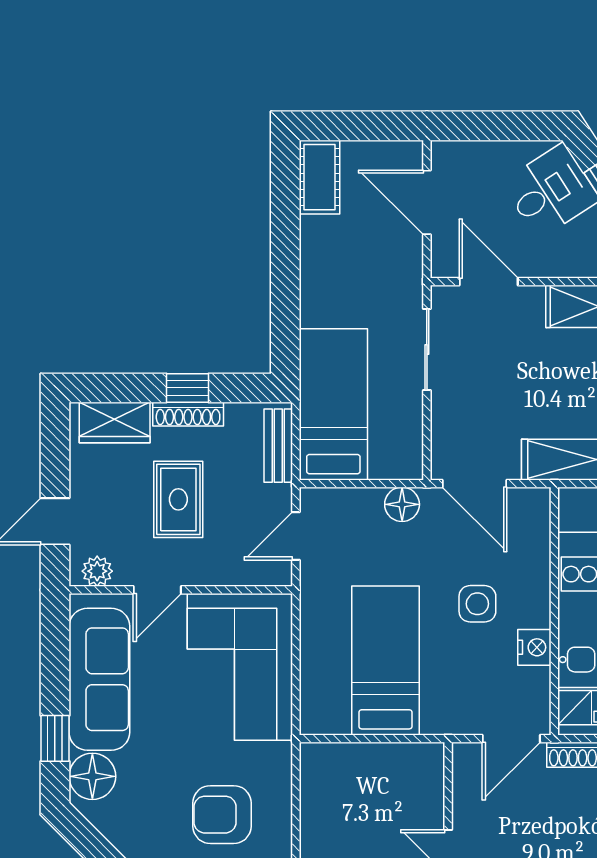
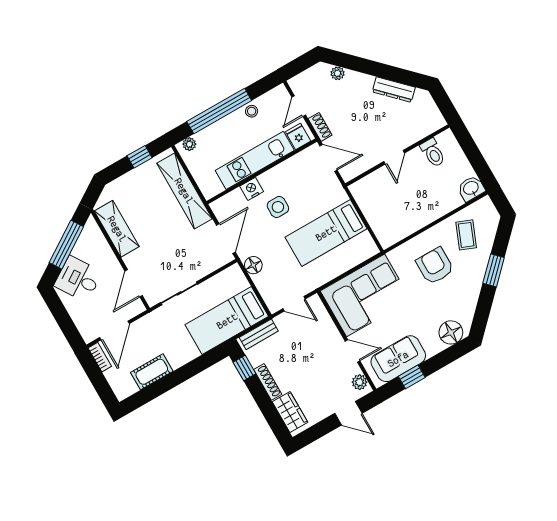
bookcase: (396, 151) -> (100, 357), added
cot: (320, 177) -> (152, 372), moved
window: (187, 388) -> (244, 368), moved
rug: (178, 499) -> (308, 365), removed
nightstand: (534, 647) -> (252, 189), moved
sofa: (99, 679) -> (398, 359), width x0.73
window: (55, 738) -> (412, 377), moved
armchair: (222, 815) -> (435, 266), turned 180

